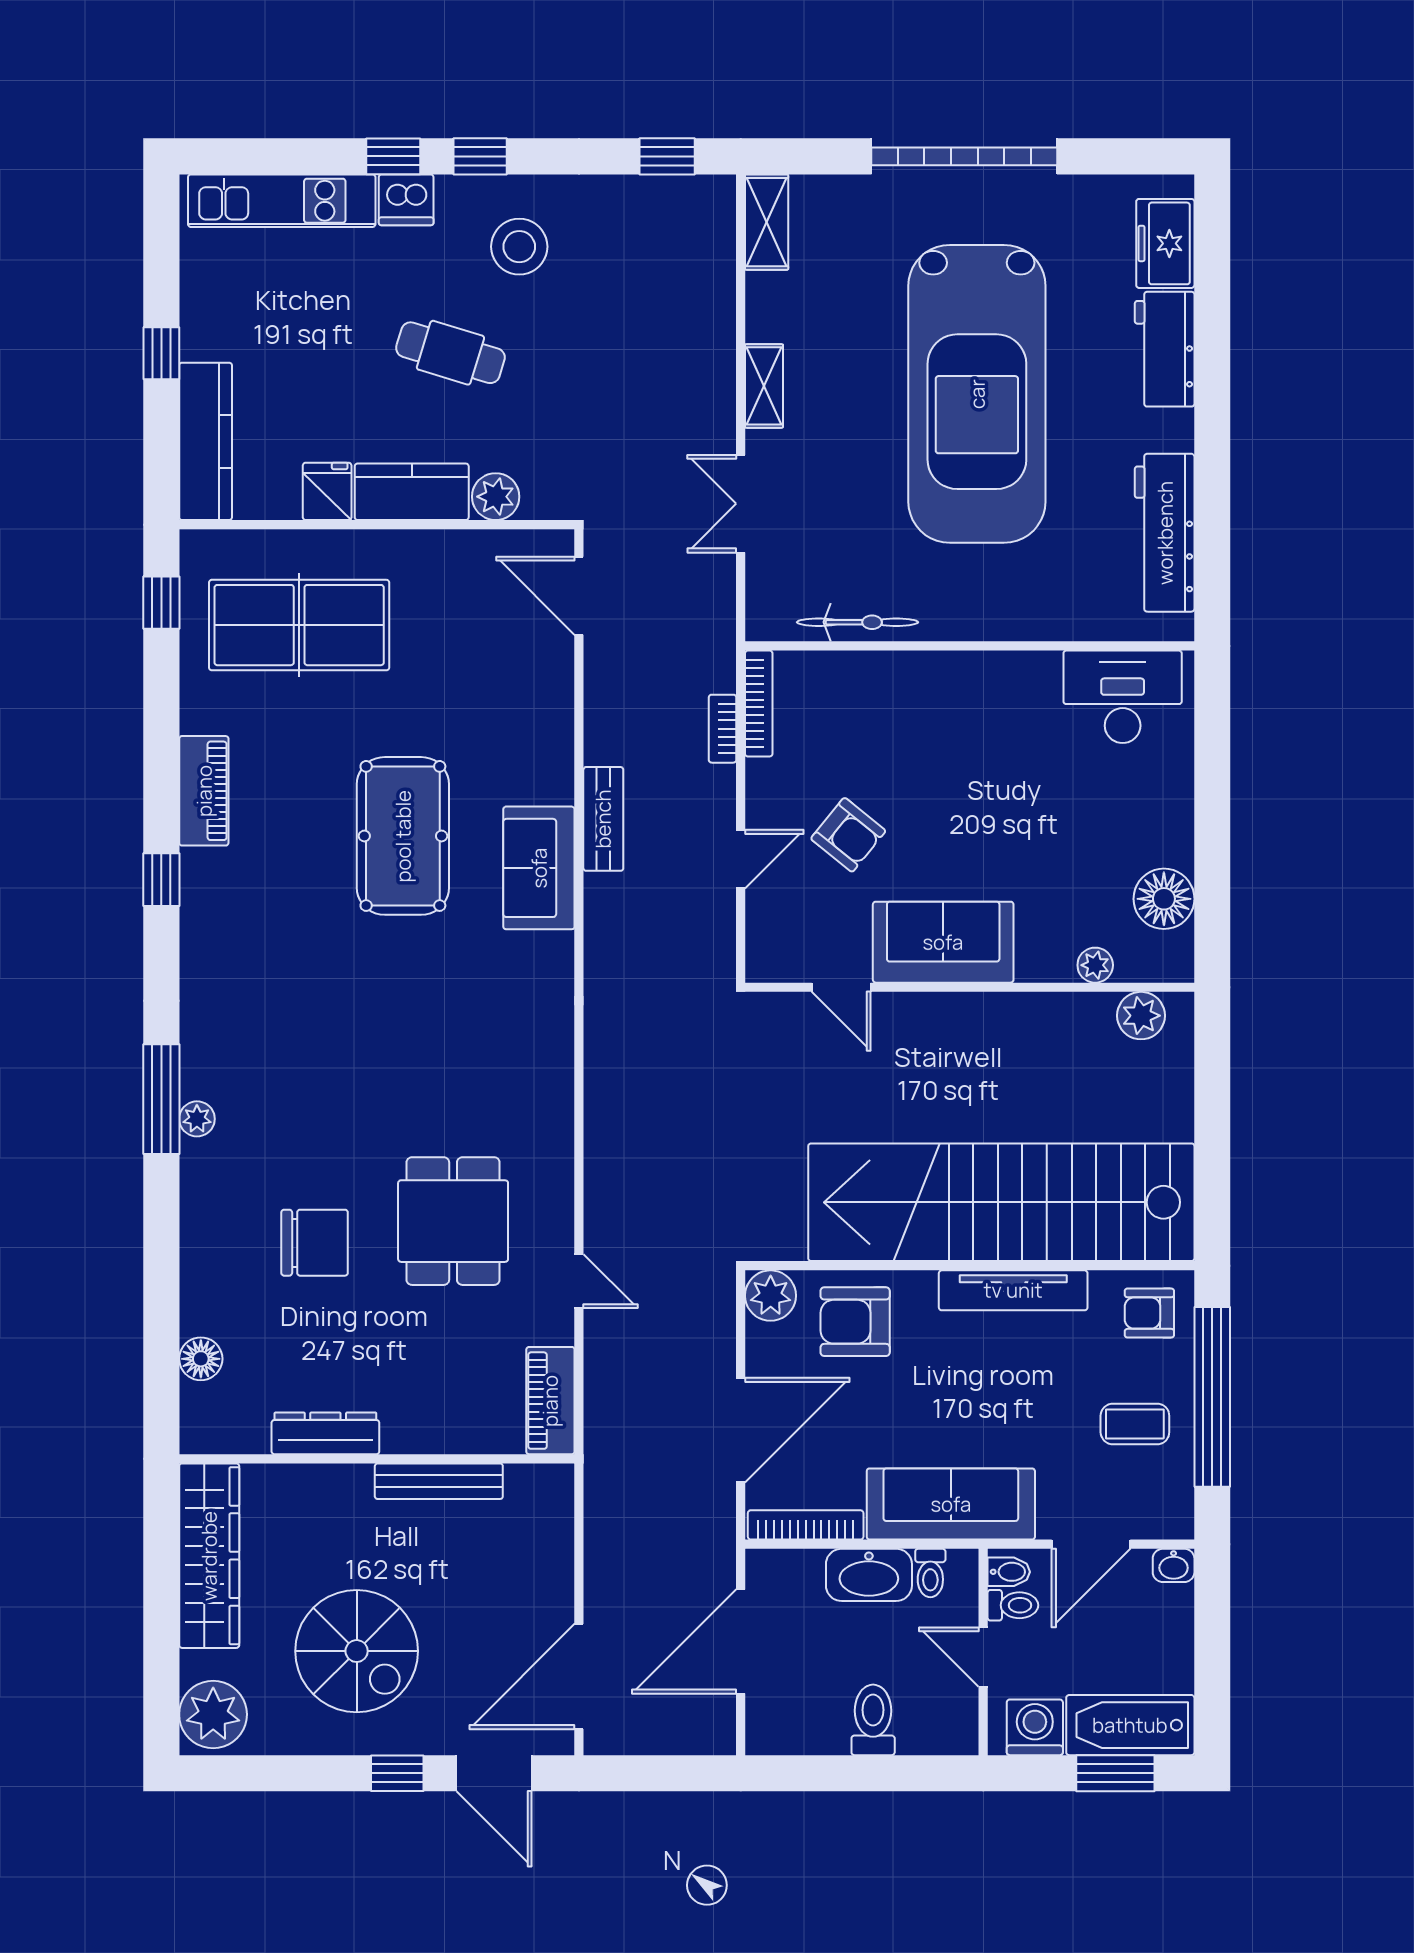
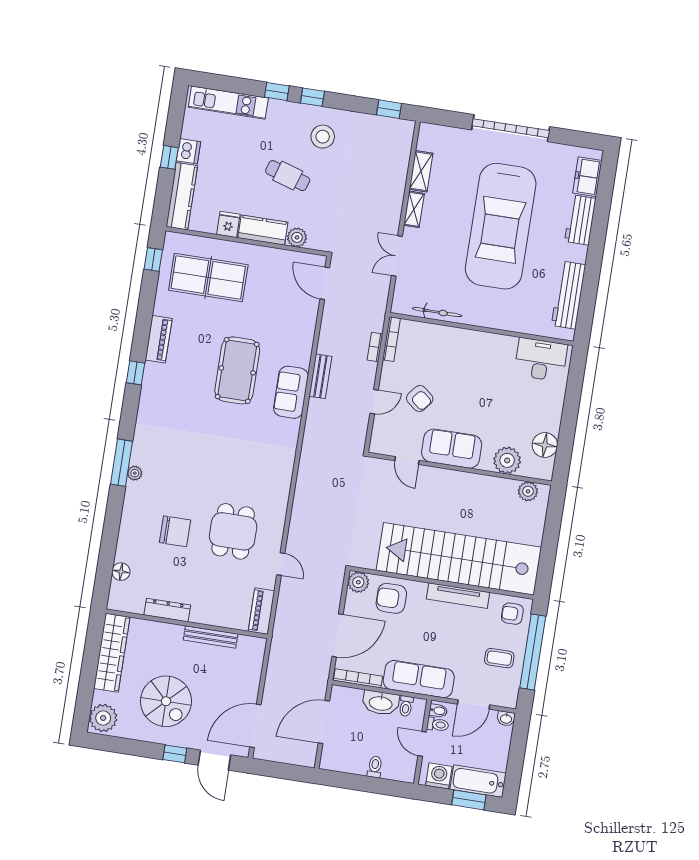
dishwasher: (406, 200) -> (188, 151), moved, turned -90
shelving: (767, 222) -> (421, 171), moved
plant: (1095, 965) -> (507, 460), width x1.88, depth x1.88
toilet: (873, 1720) -> (375, 767), width x0.73, depth x0.72

